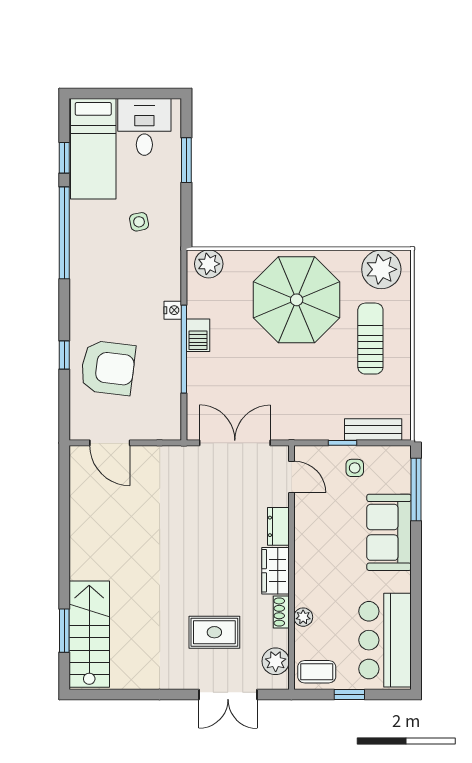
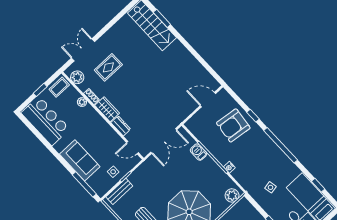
window: (64, 233) -> (281, 145), moved
barbecue: (198, 335) -> (198, 152), moved

